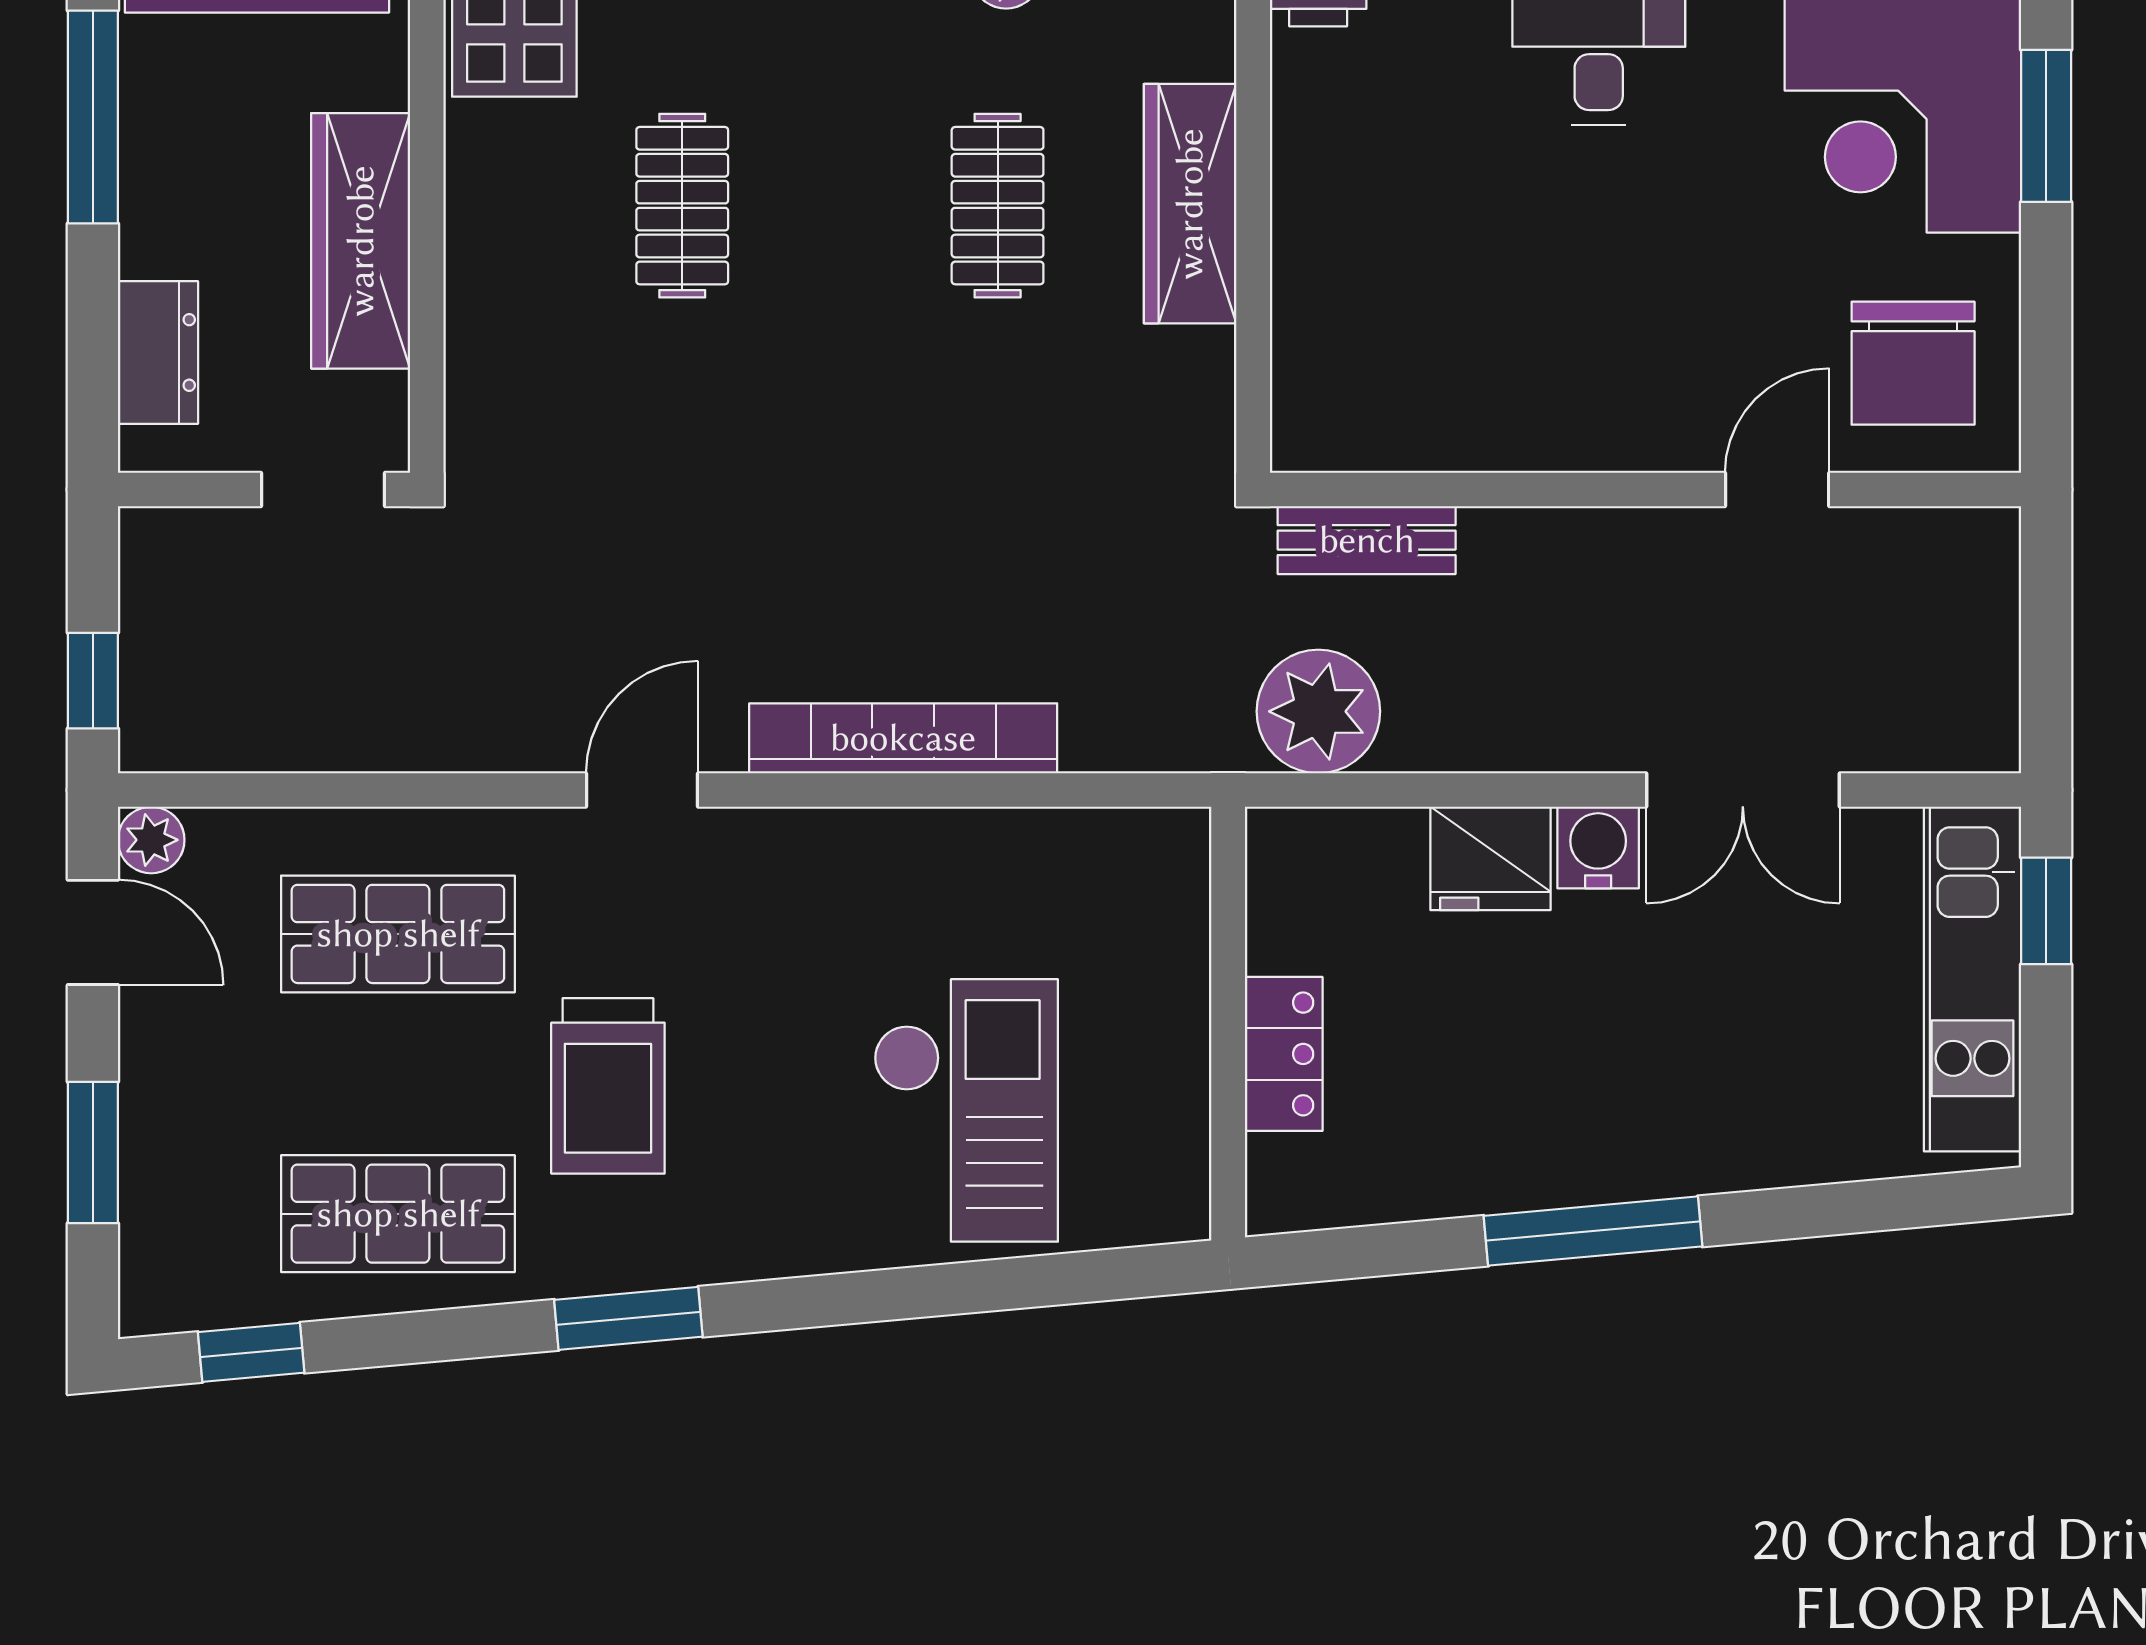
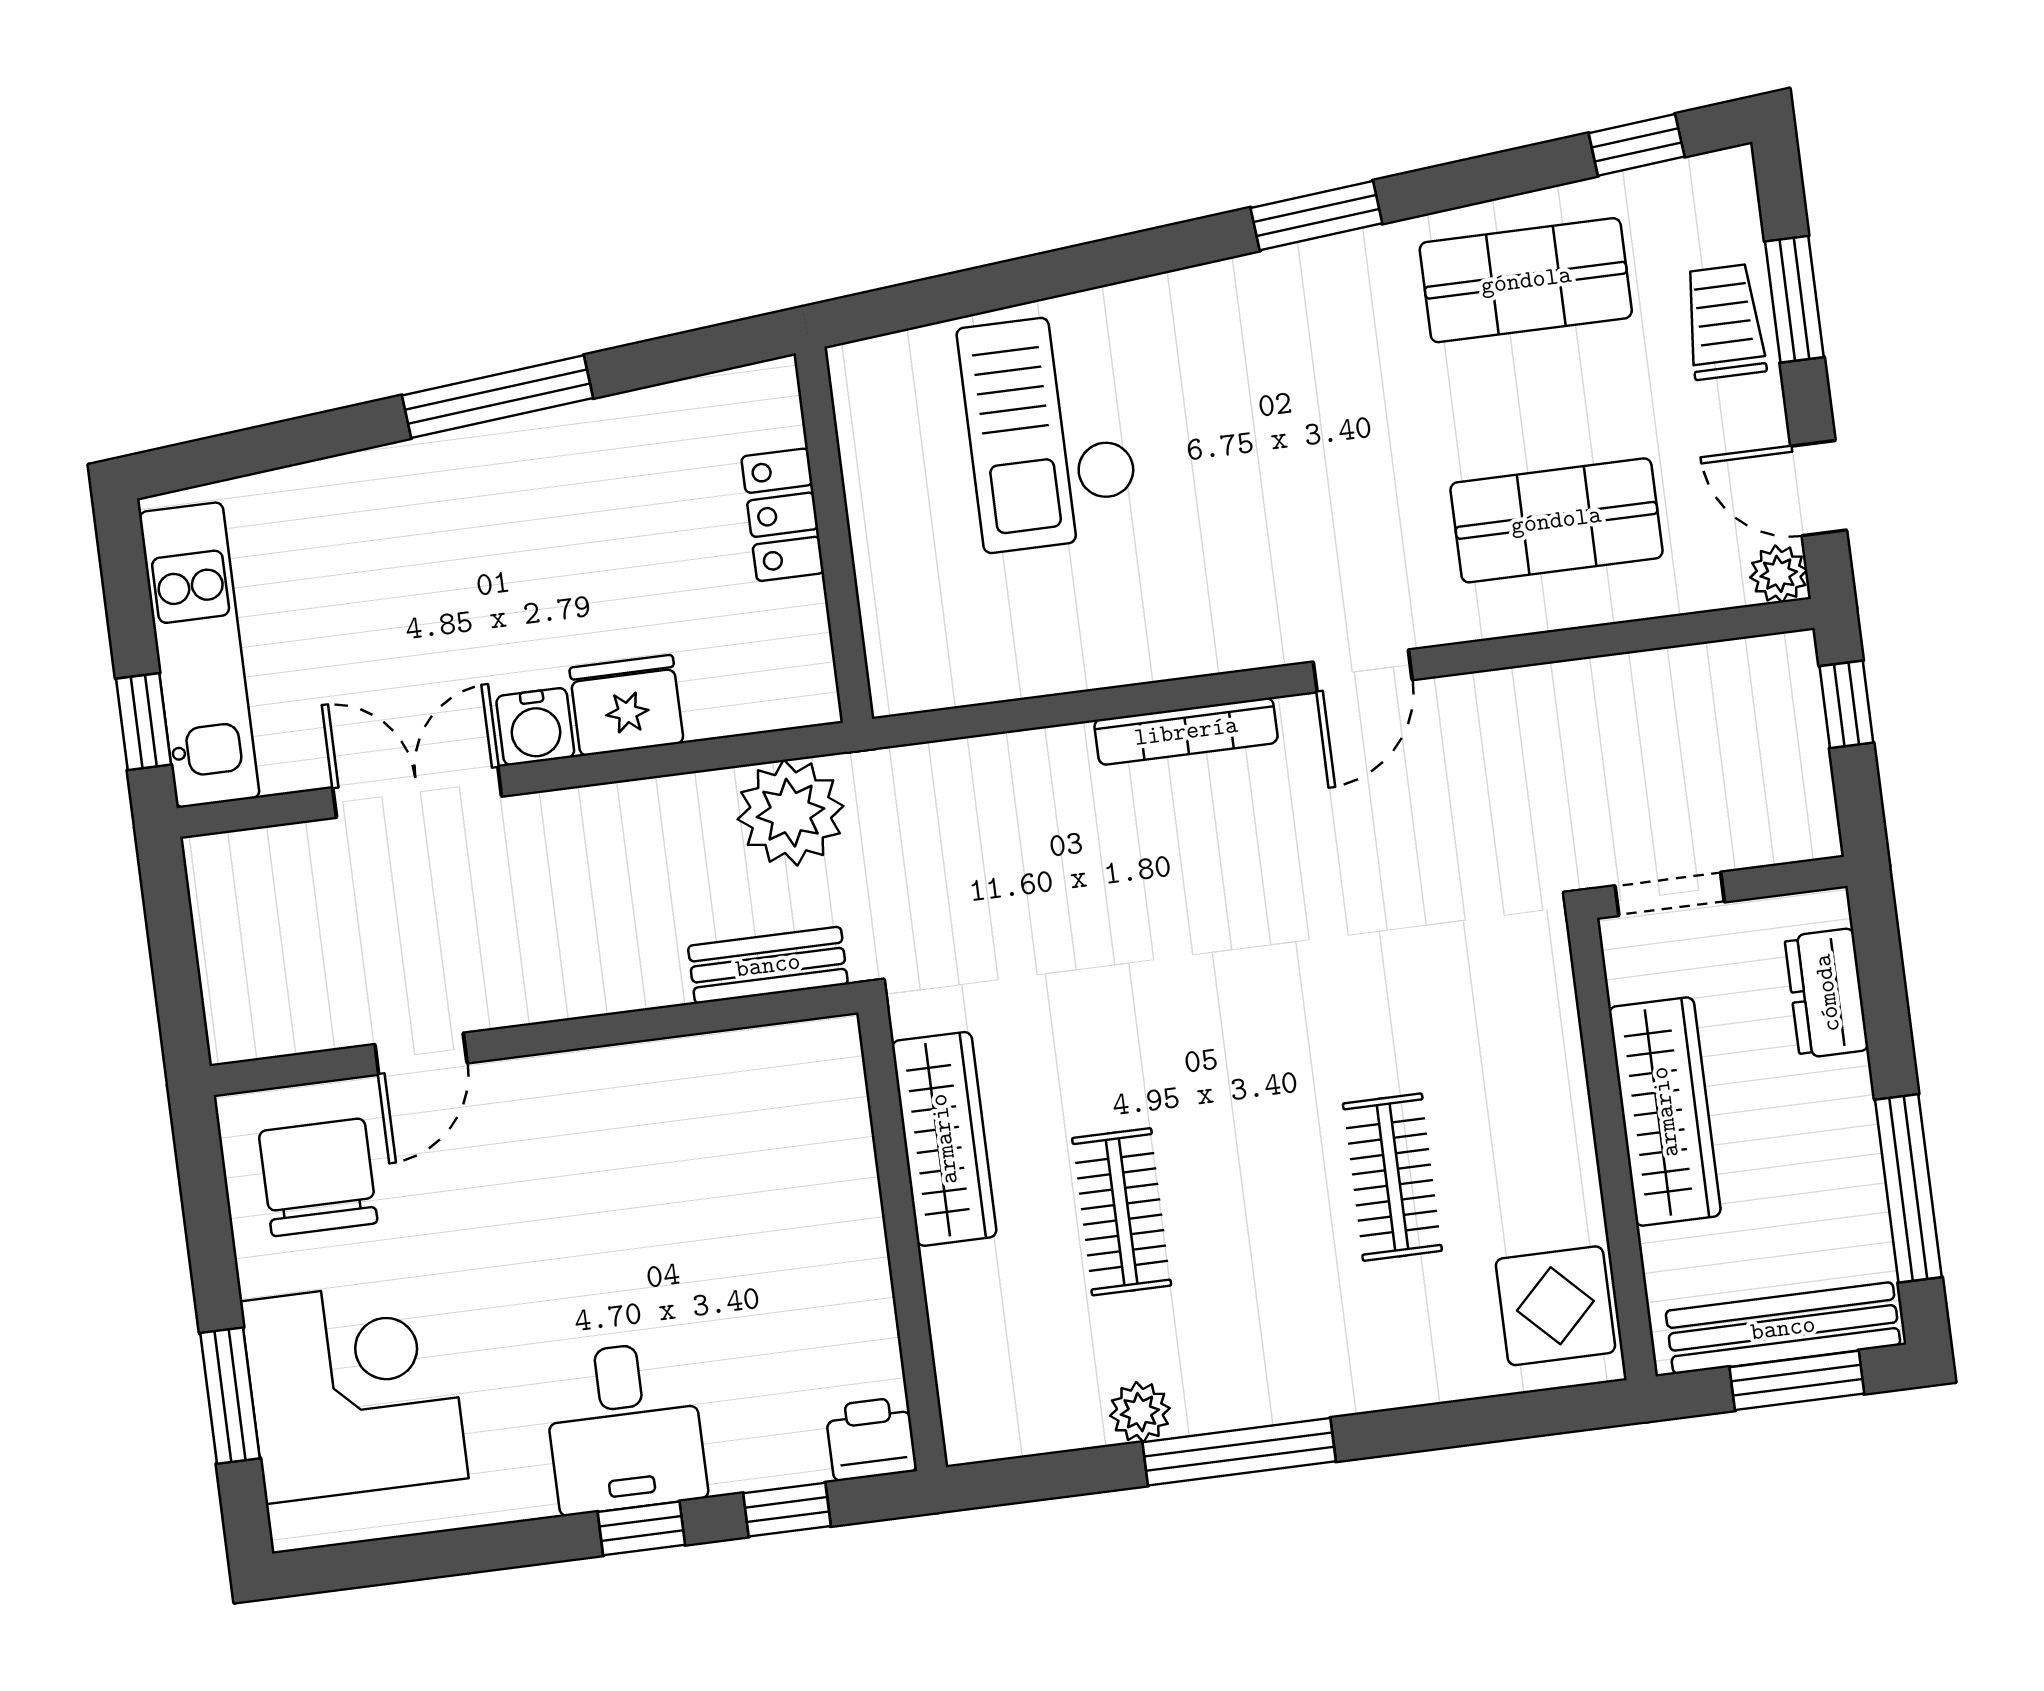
wardrobe: (1190, 204) -> (944, 1139), moved
bookcase: (903, 738) -> (1186, 731), width x0.68, depth x0.76
trolley: (608, 1086) -> (1724, 322), moved, width x0.73, depth x0.72

